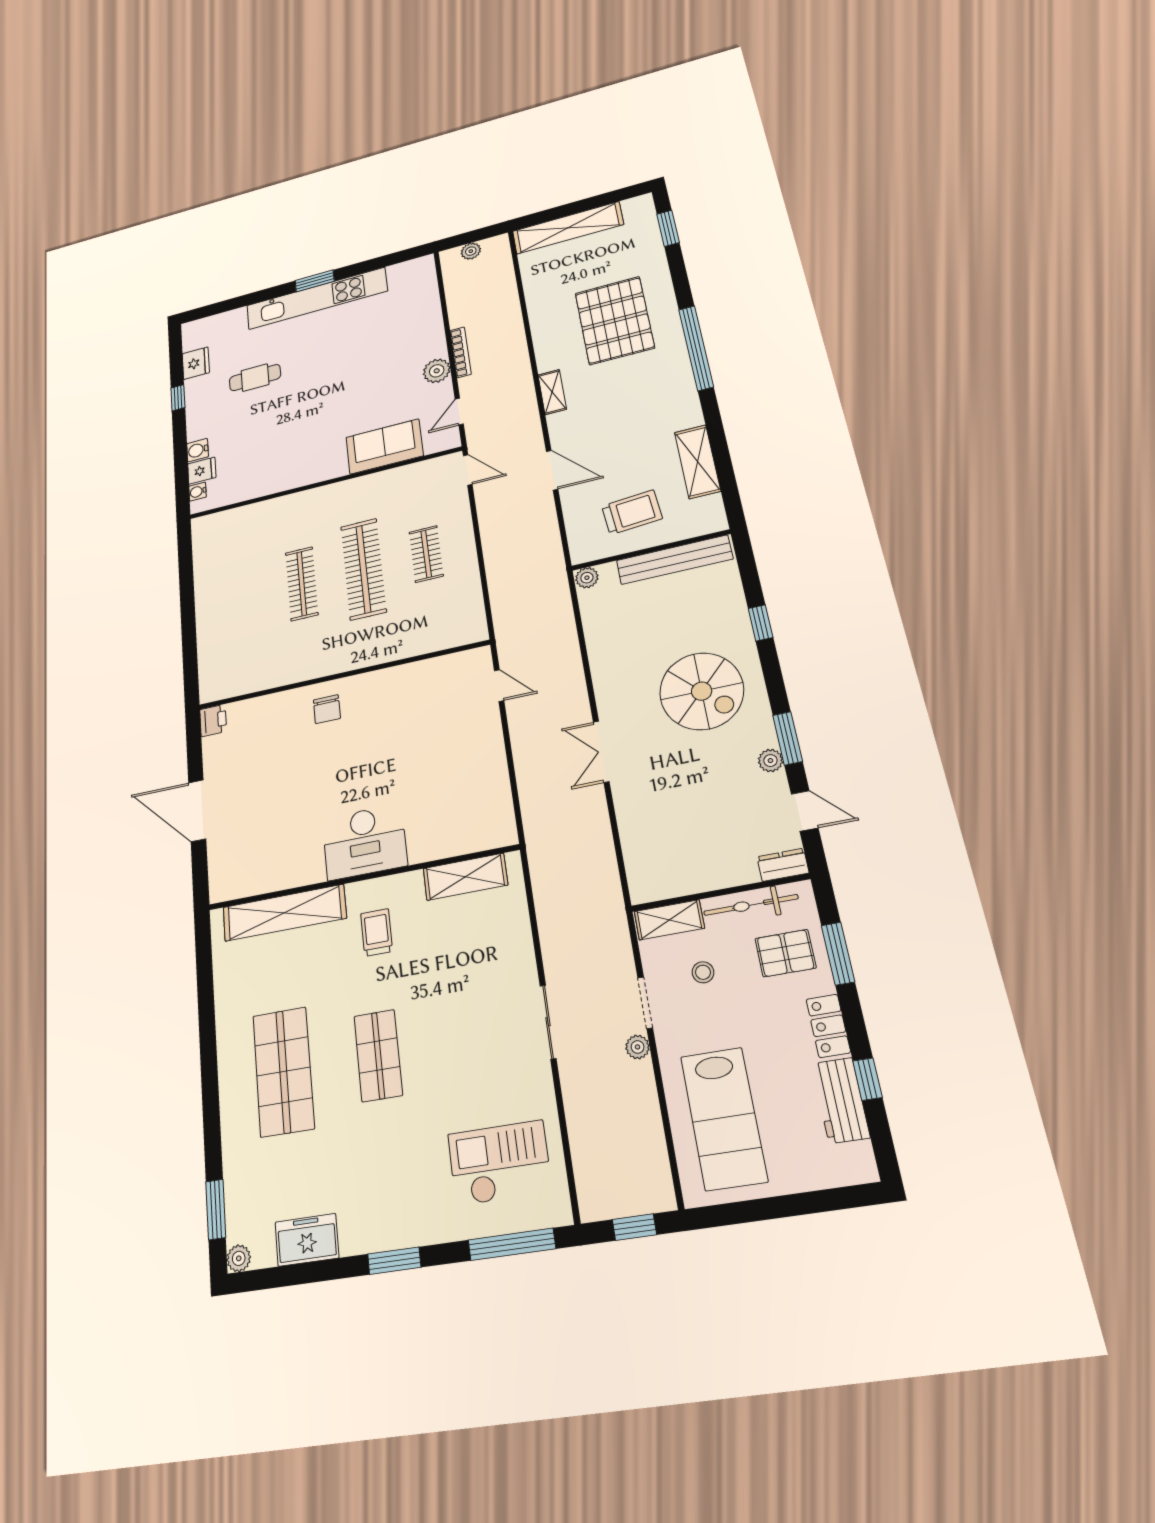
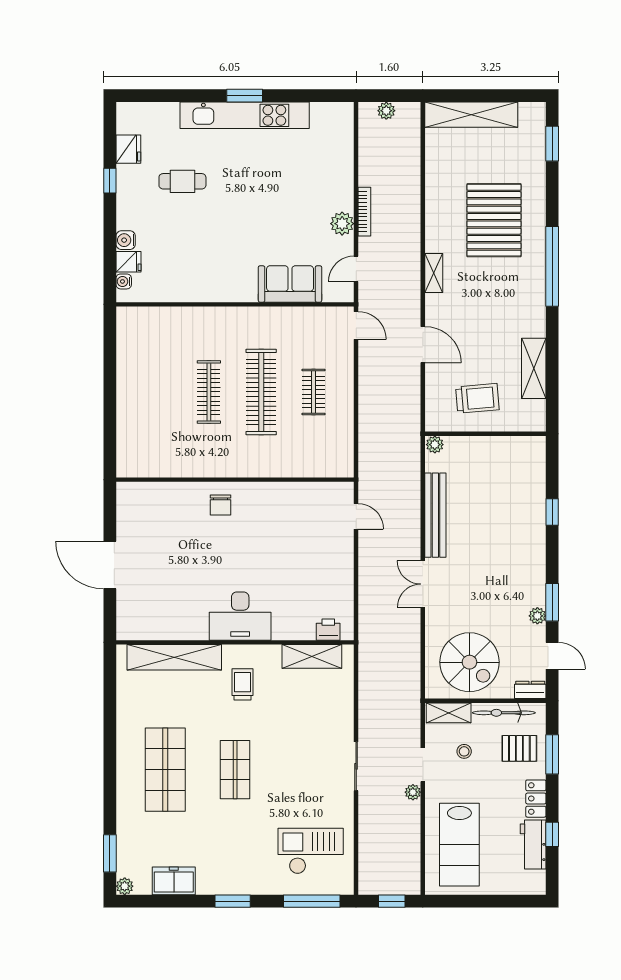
bench: (674, 560) -> (435, 515), moved, turned 90
spiral stairs: (702, 691) -> (469, 662), moved
printer: (213, 720) -> (328, 630), moved, turned -90

